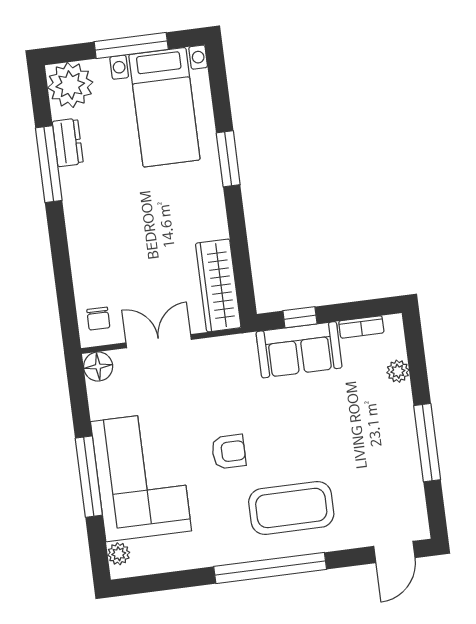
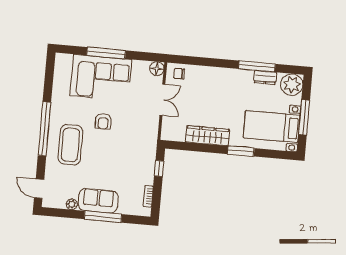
wardrobe: (218, 285) -> (207, 136), moved
sofa: (299, 350) -> (98, 201), moved, turned 90
plant: (398, 371) -> (72, 204), moved
window: (427, 443) -> (103, 217), moved
plant: (119, 554) -> (67, 59), removed

